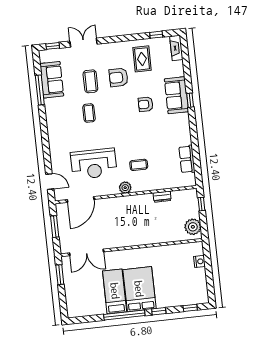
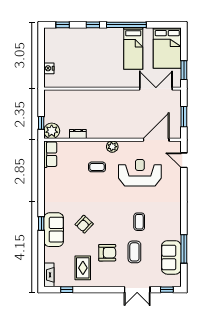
armchair: (146, 104) -> (84, 224), turned 133
row of seats: (187, 159) -> (50, 154), moved
plant: (193, 227) -> (52, 131), moved
bed: (139, 289) -> (167, 48), moved

